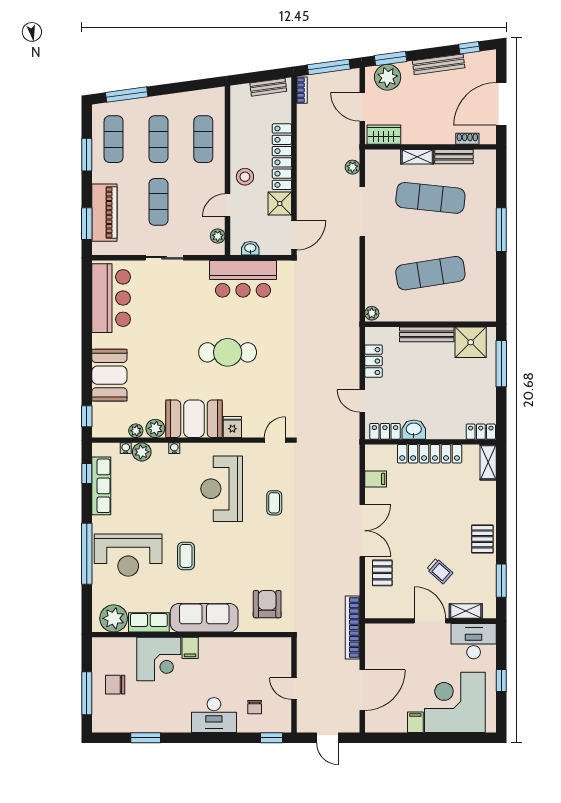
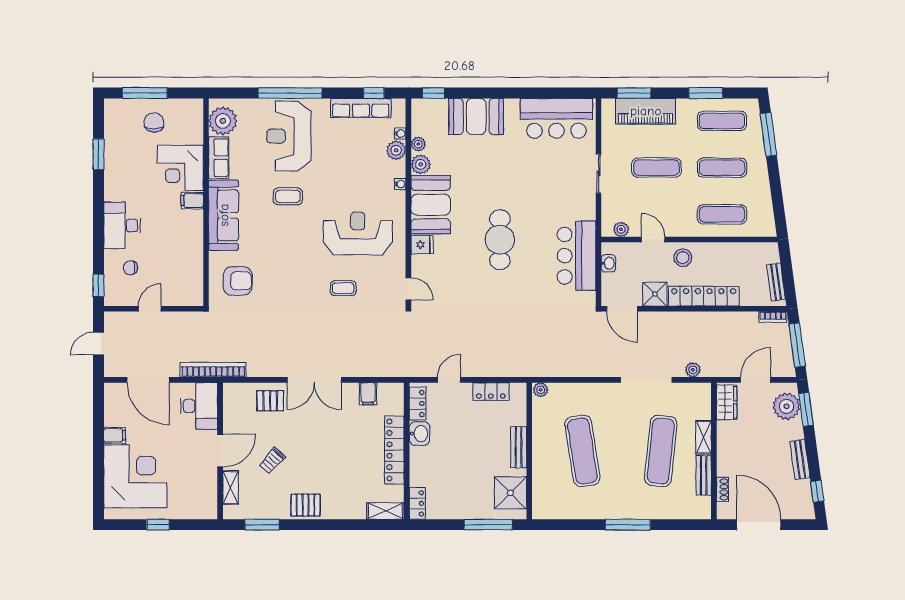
bench: (439, 64) -> (800, 459), width x0.73
bench: (427, 334) -> (519, 447), width x0.73
desk: (474, 641) -> (199, 406), moved

